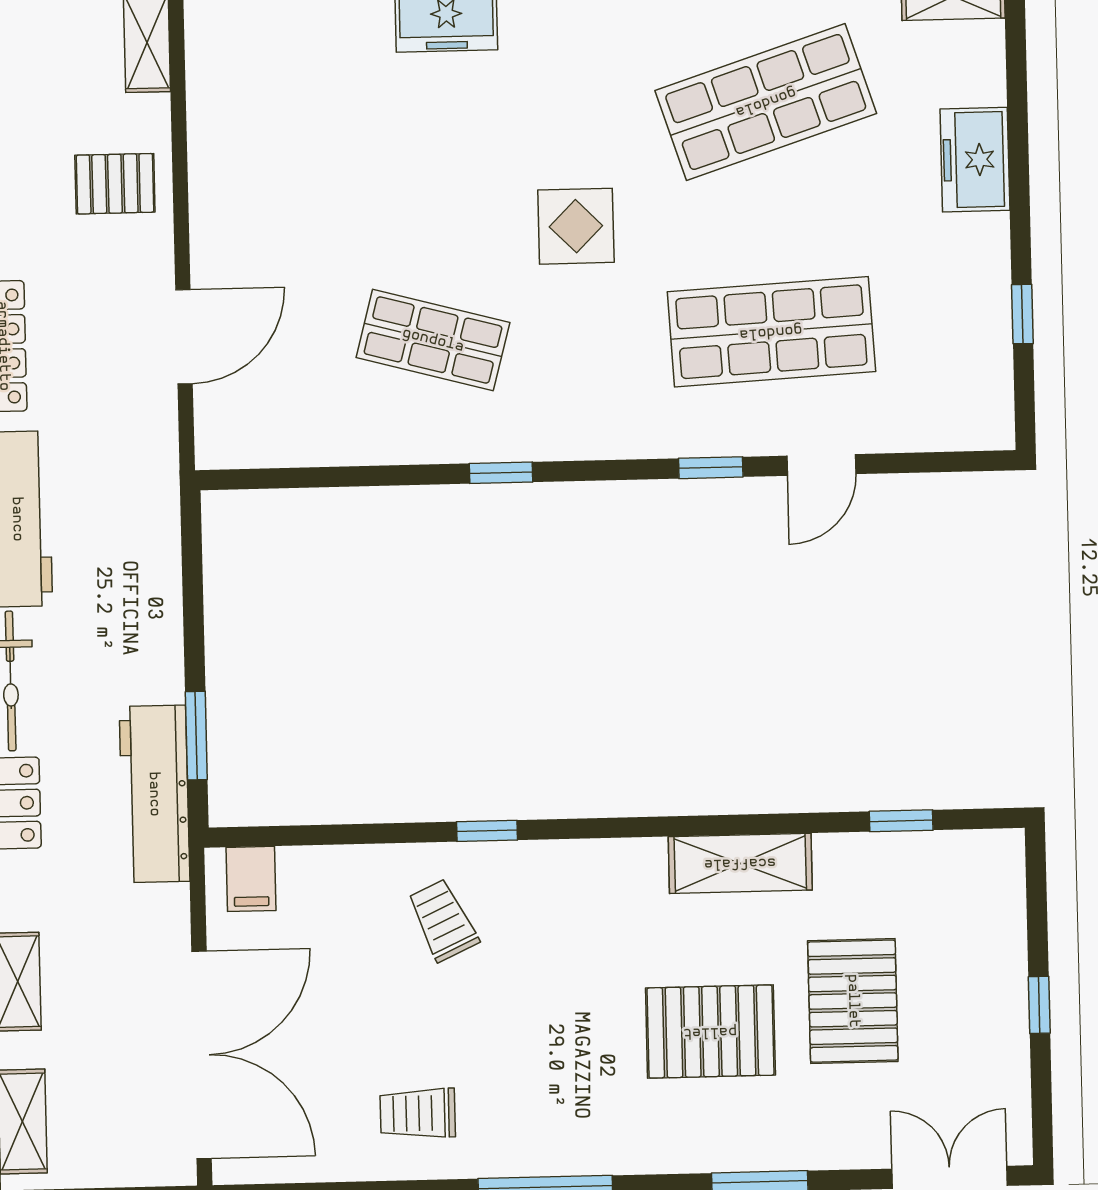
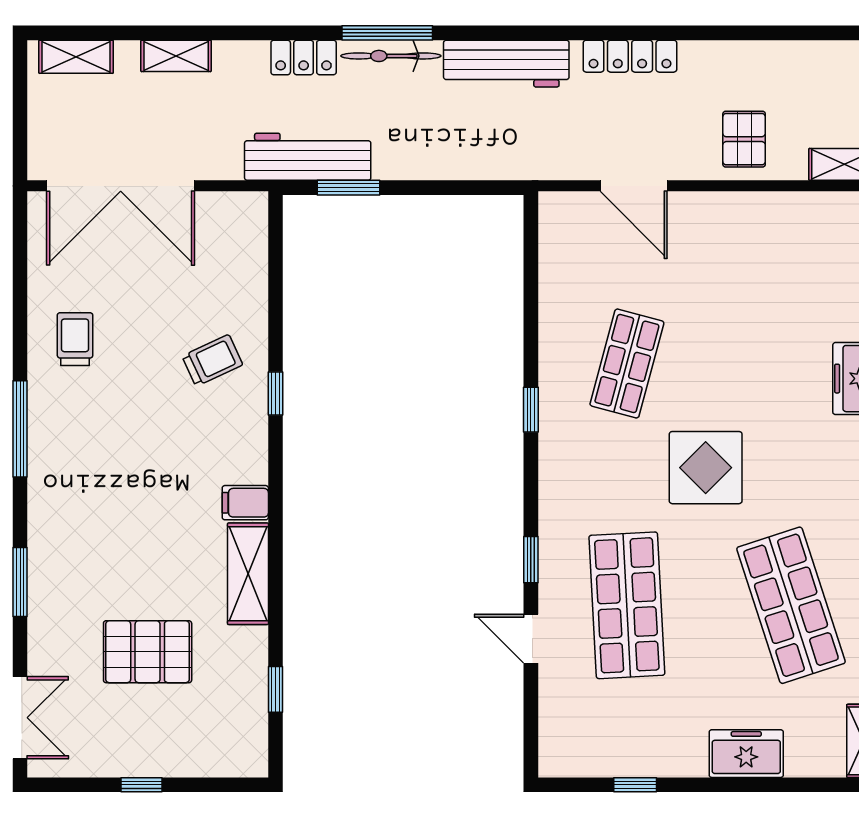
display table: (576, 226) -> (706, 468), width x1.36, depth x1.36
filing cabinet: (251, 879) -> (245, 503), moved
pallet: (710, 1032) -> (128, 550), removed

